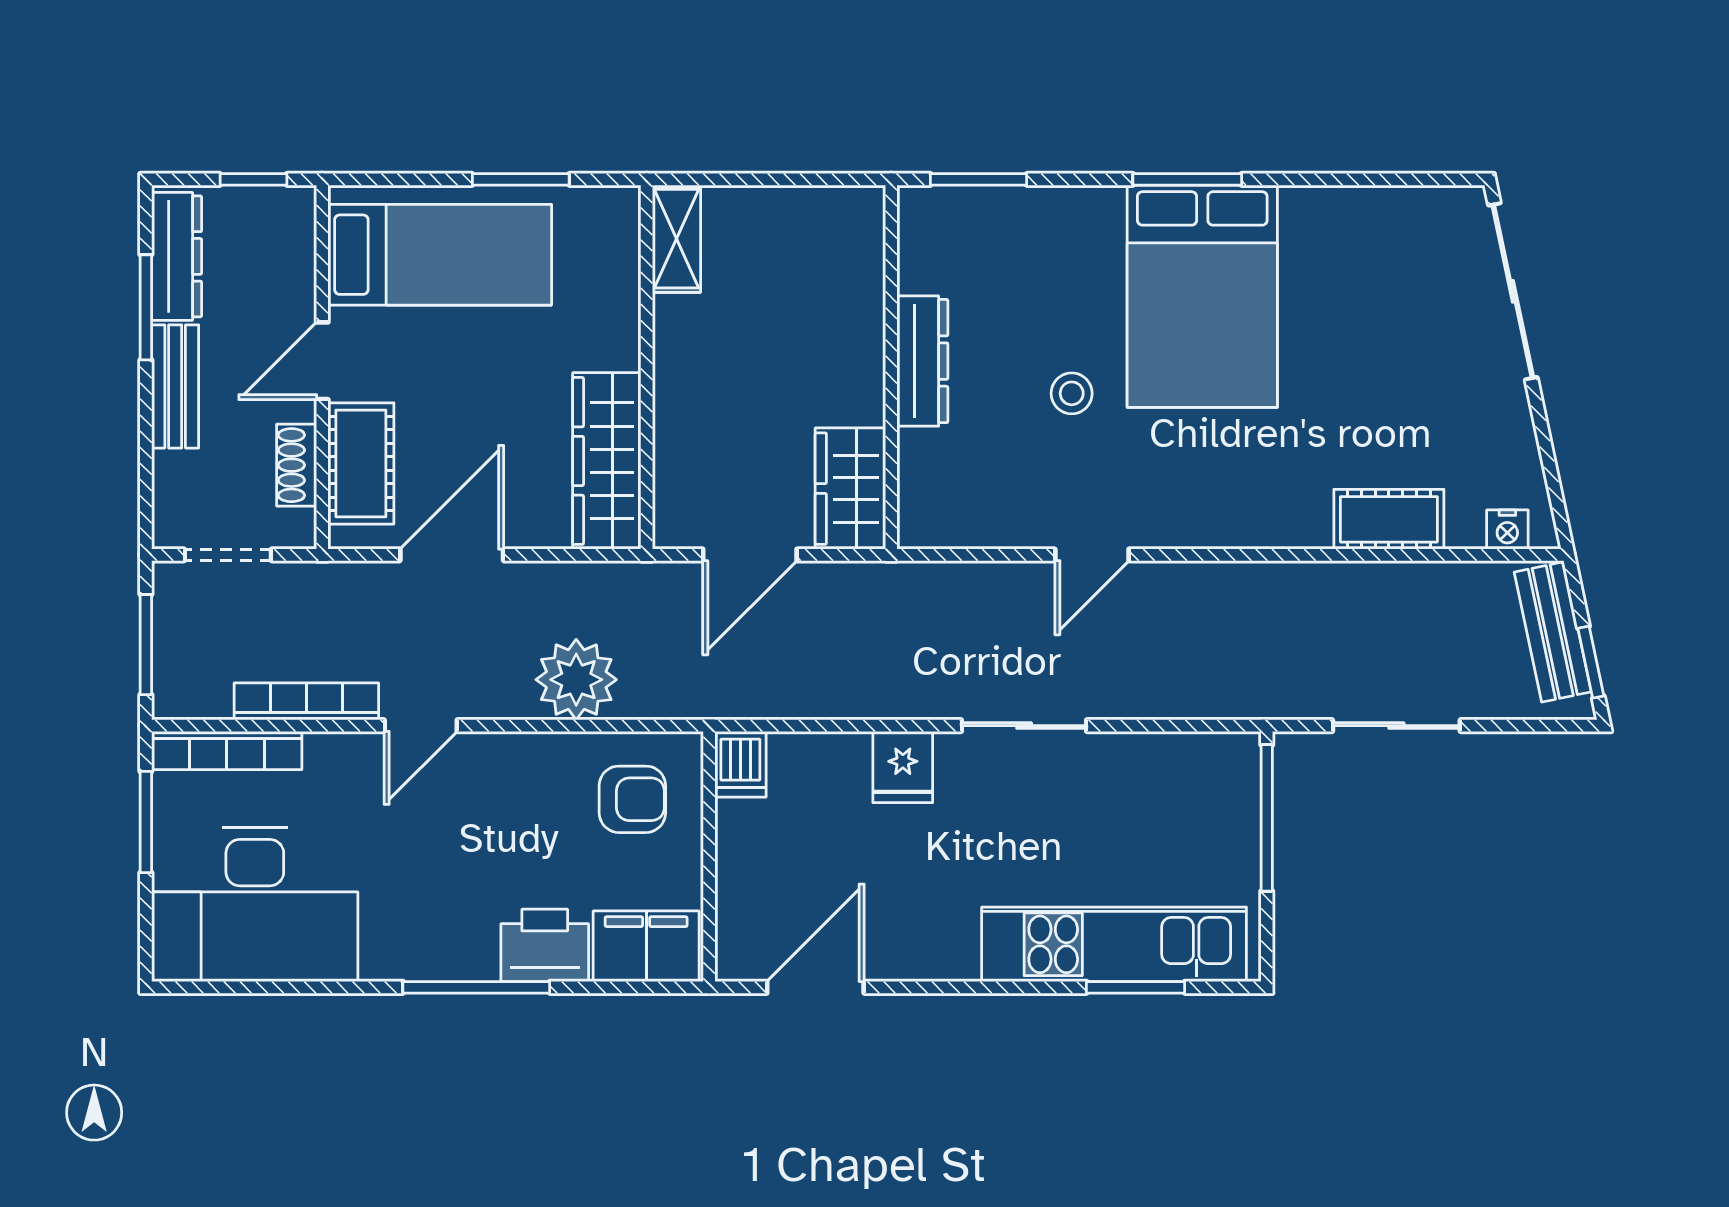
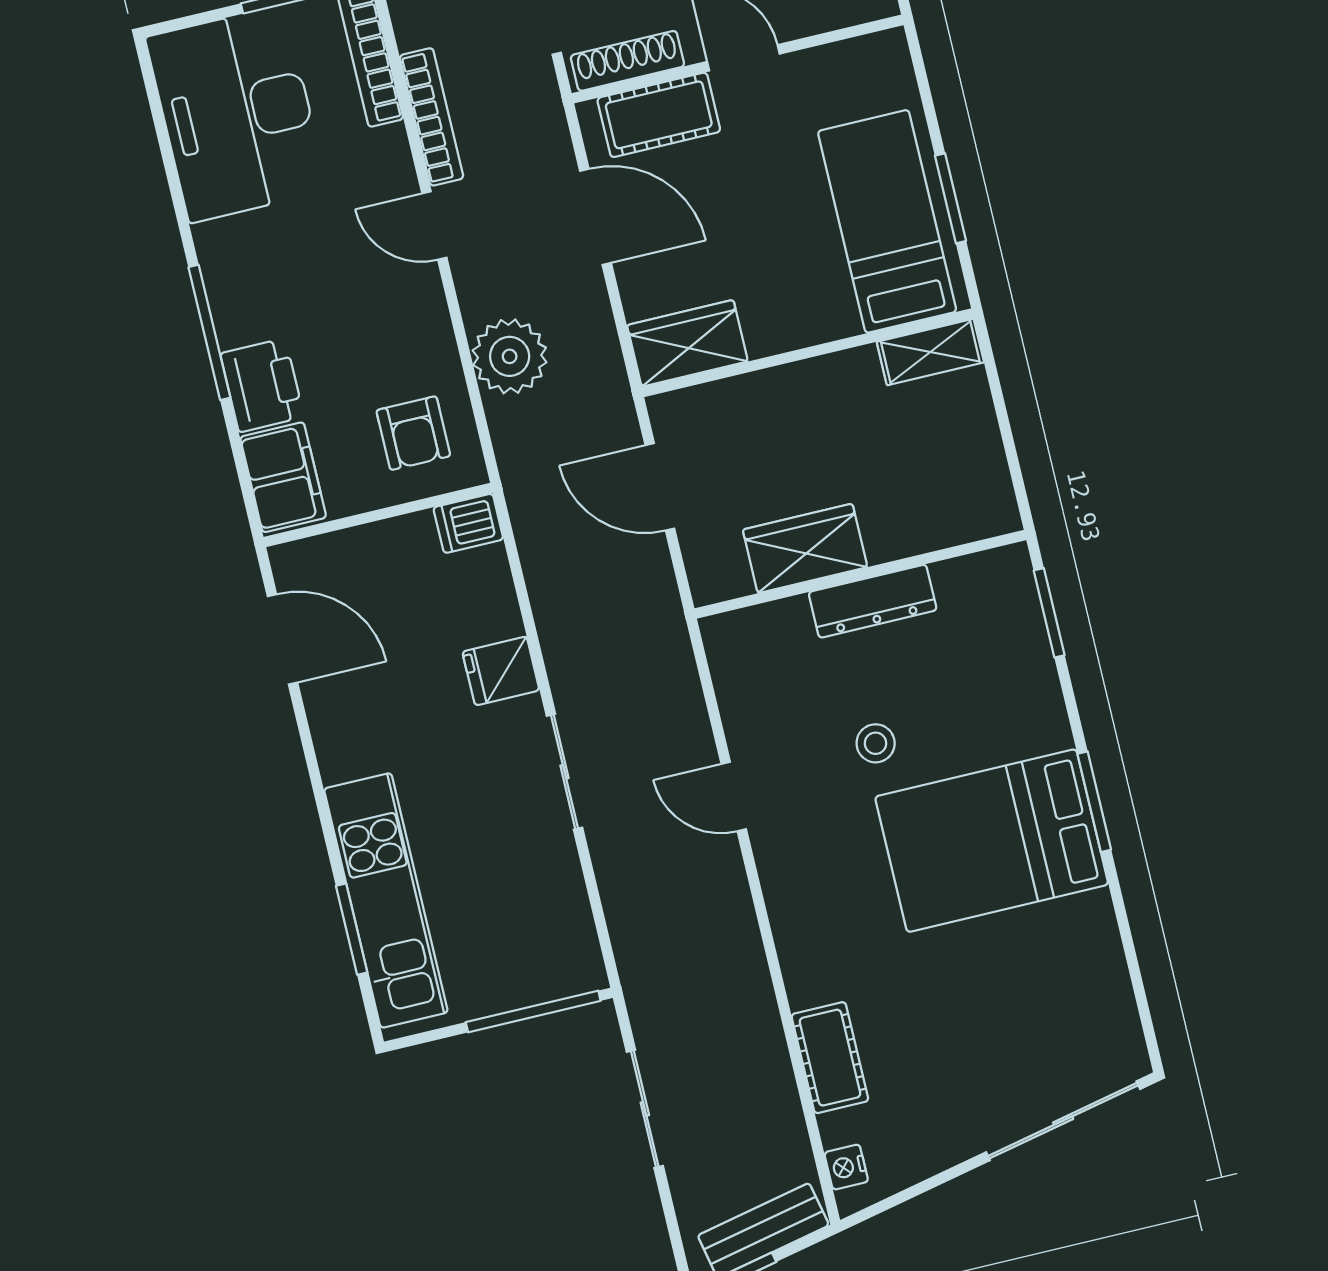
bed: (440, 255) -> (887, 221), moved, turned 180
wardrobe: (607, 461) -> (687, 343), width x0.67
shoe rack: (297, 465) -> (627, 61), width x1.43
wardrobe: (850, 489) -> (805, 548), moved

